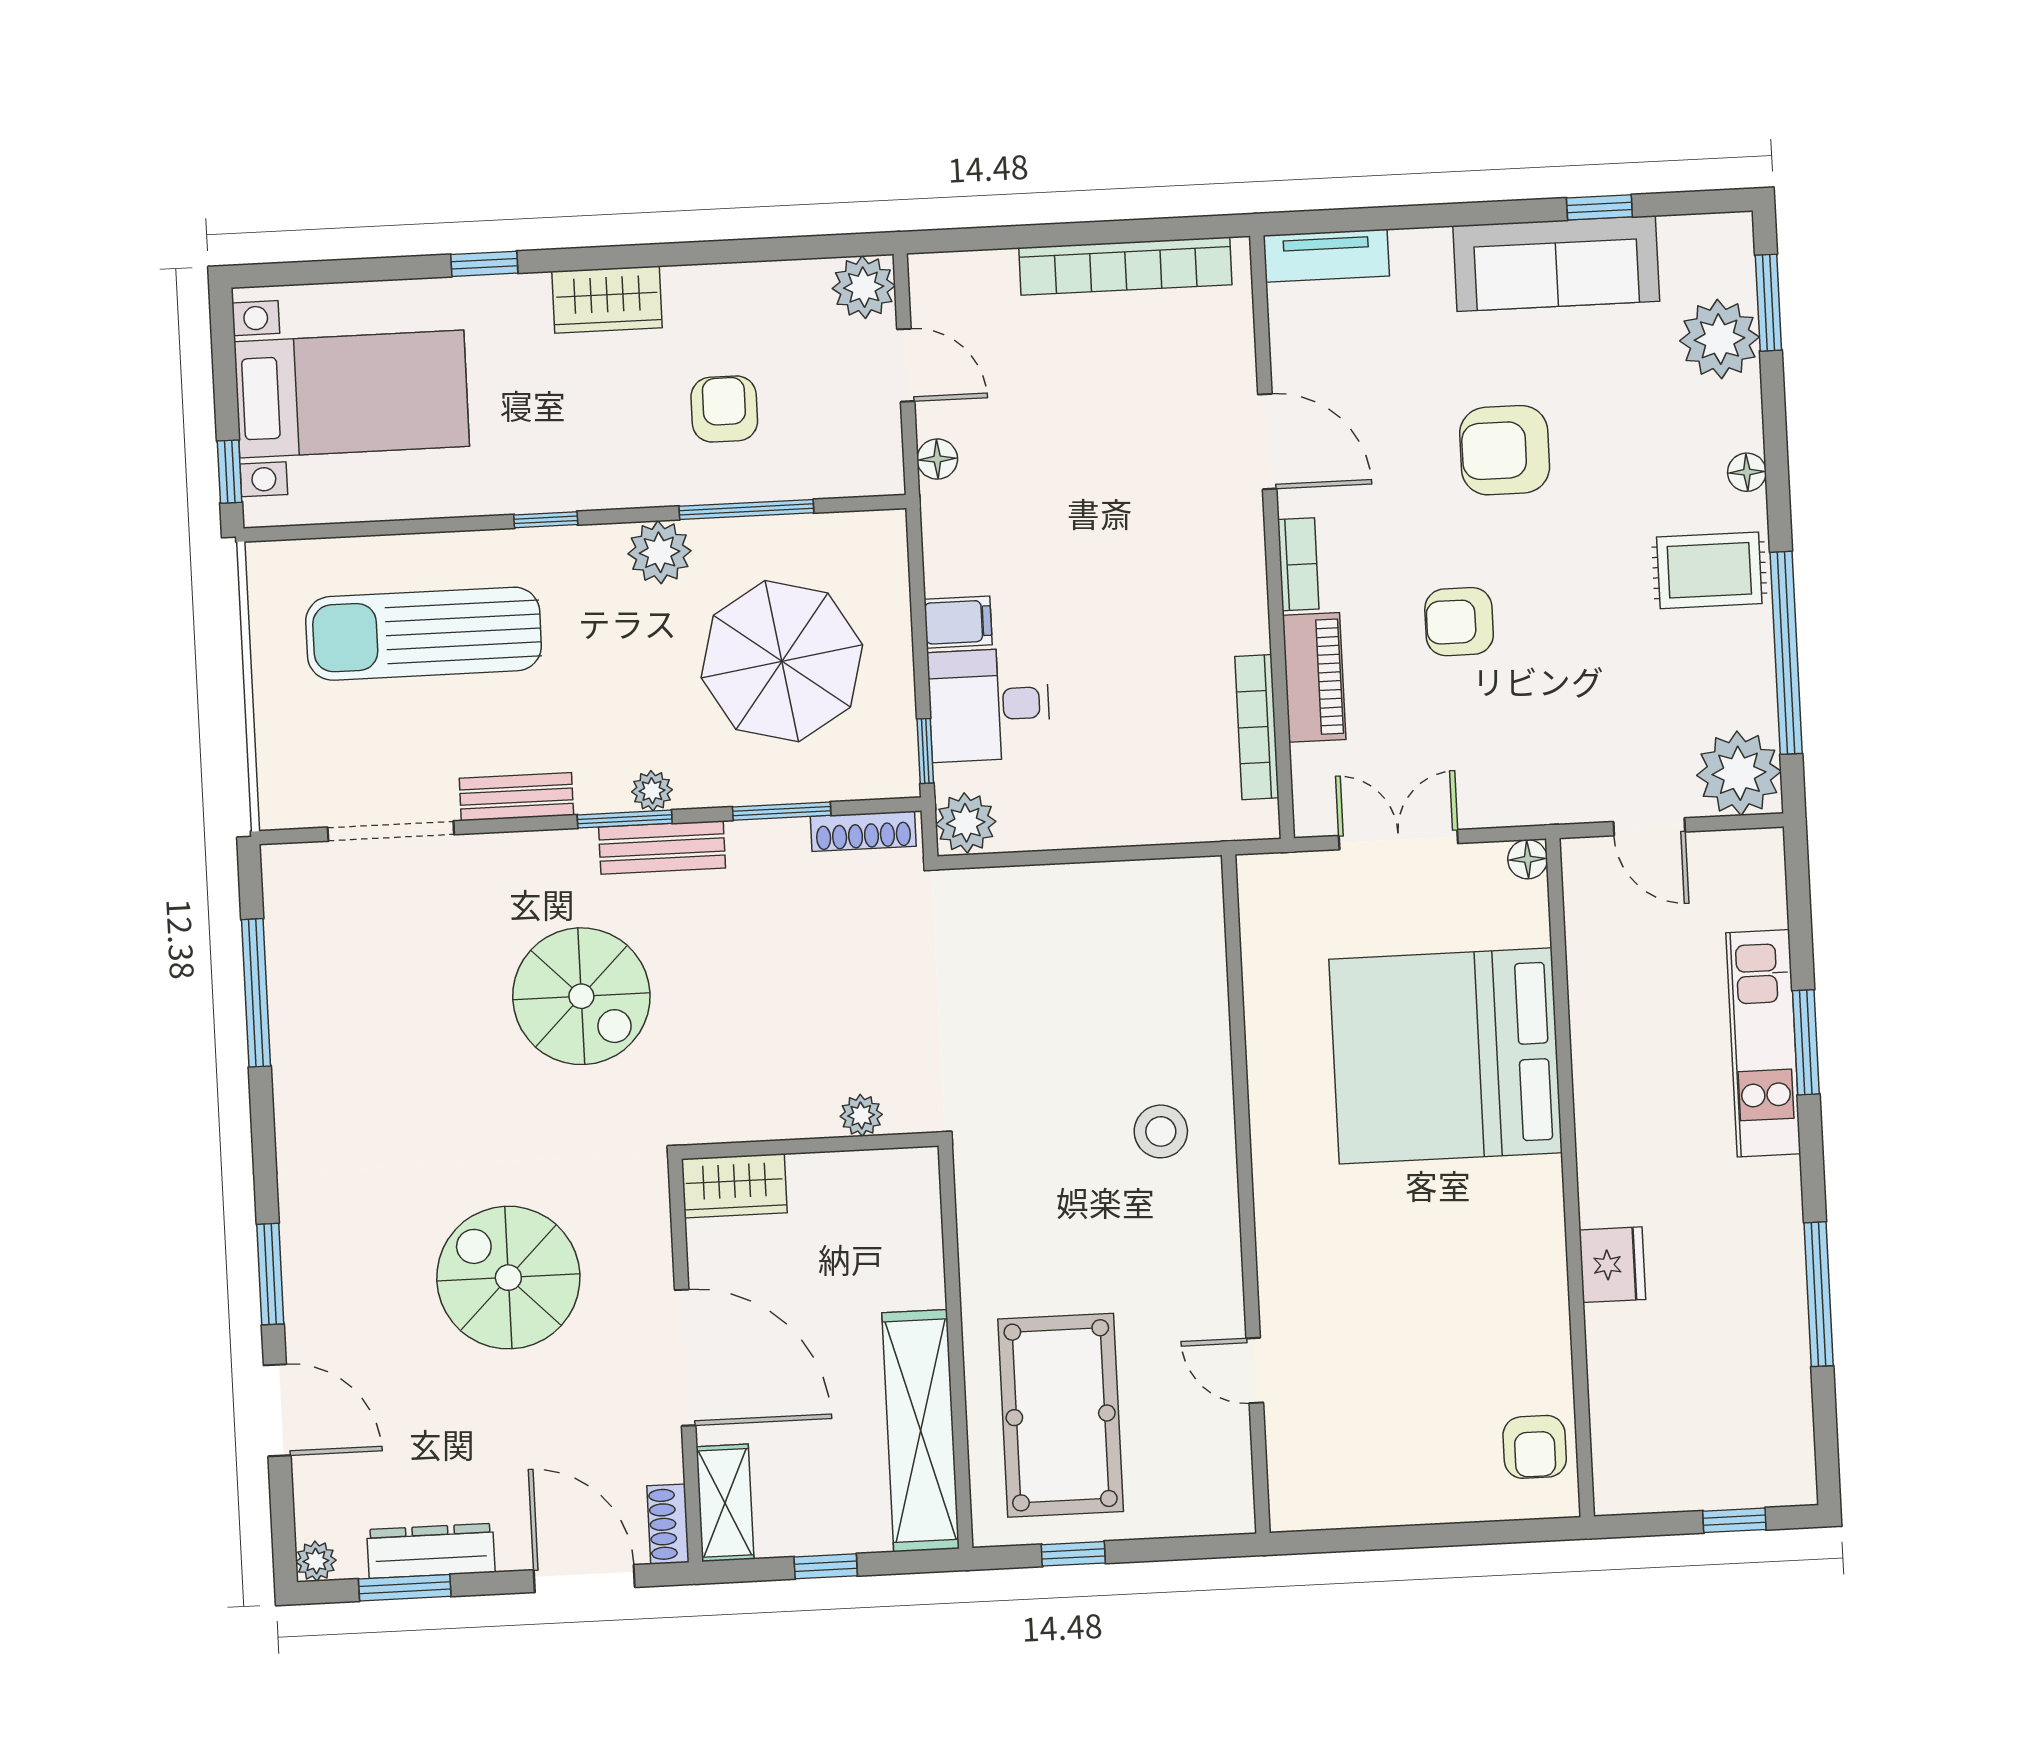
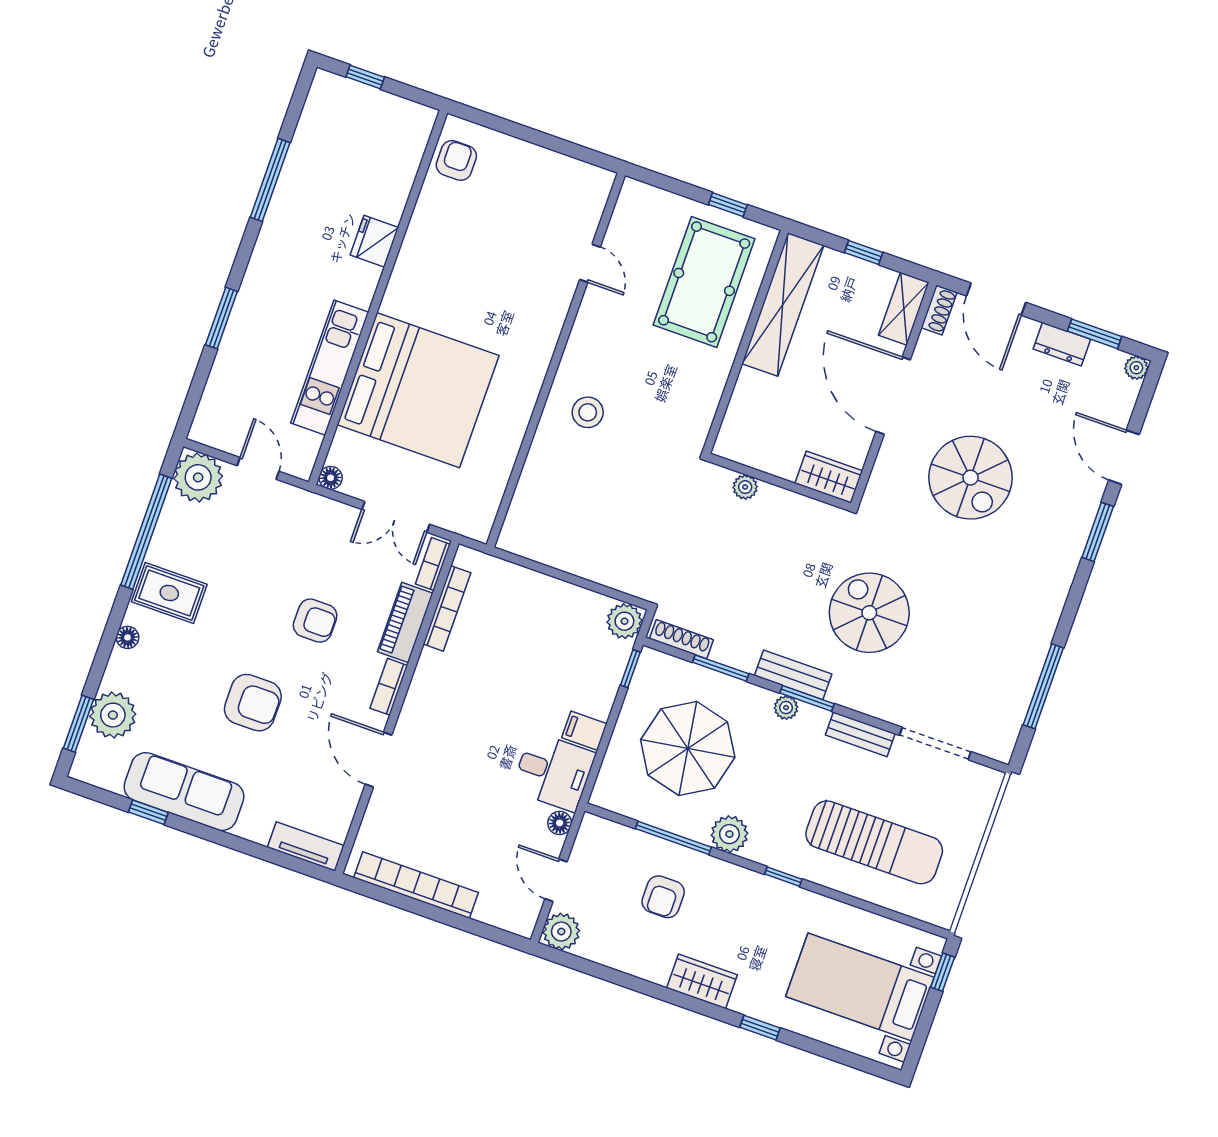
desk: (989, 705) -> (553, 772), moved
bookcase: (1308, 789) -> (433, 564), added
kitchen unit: (1763, 1043) -> (330, 368), moved, turned 180
dresser: (431, 1551) -> (1062, 344), width x0.70

